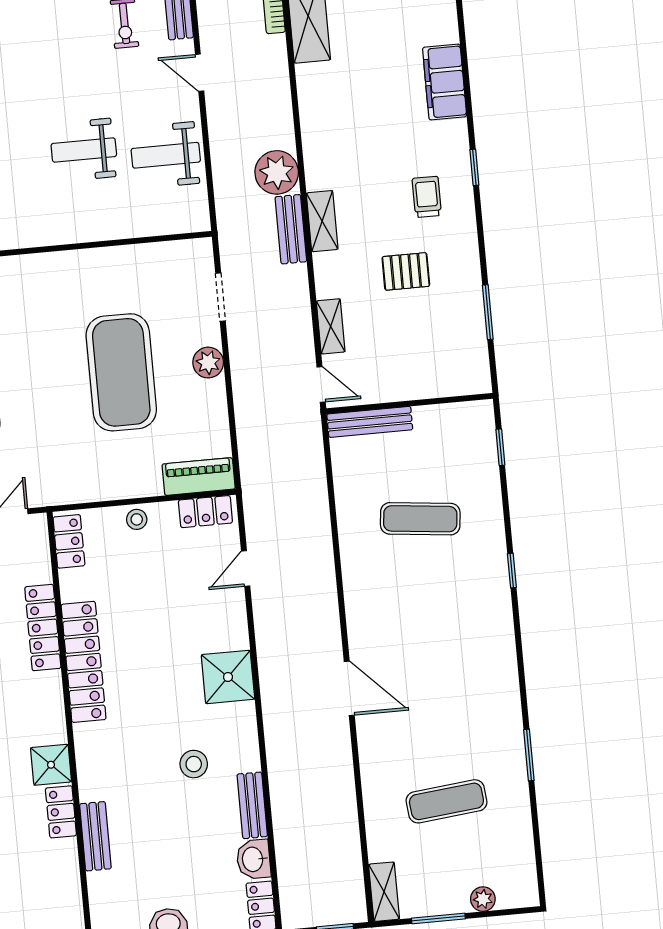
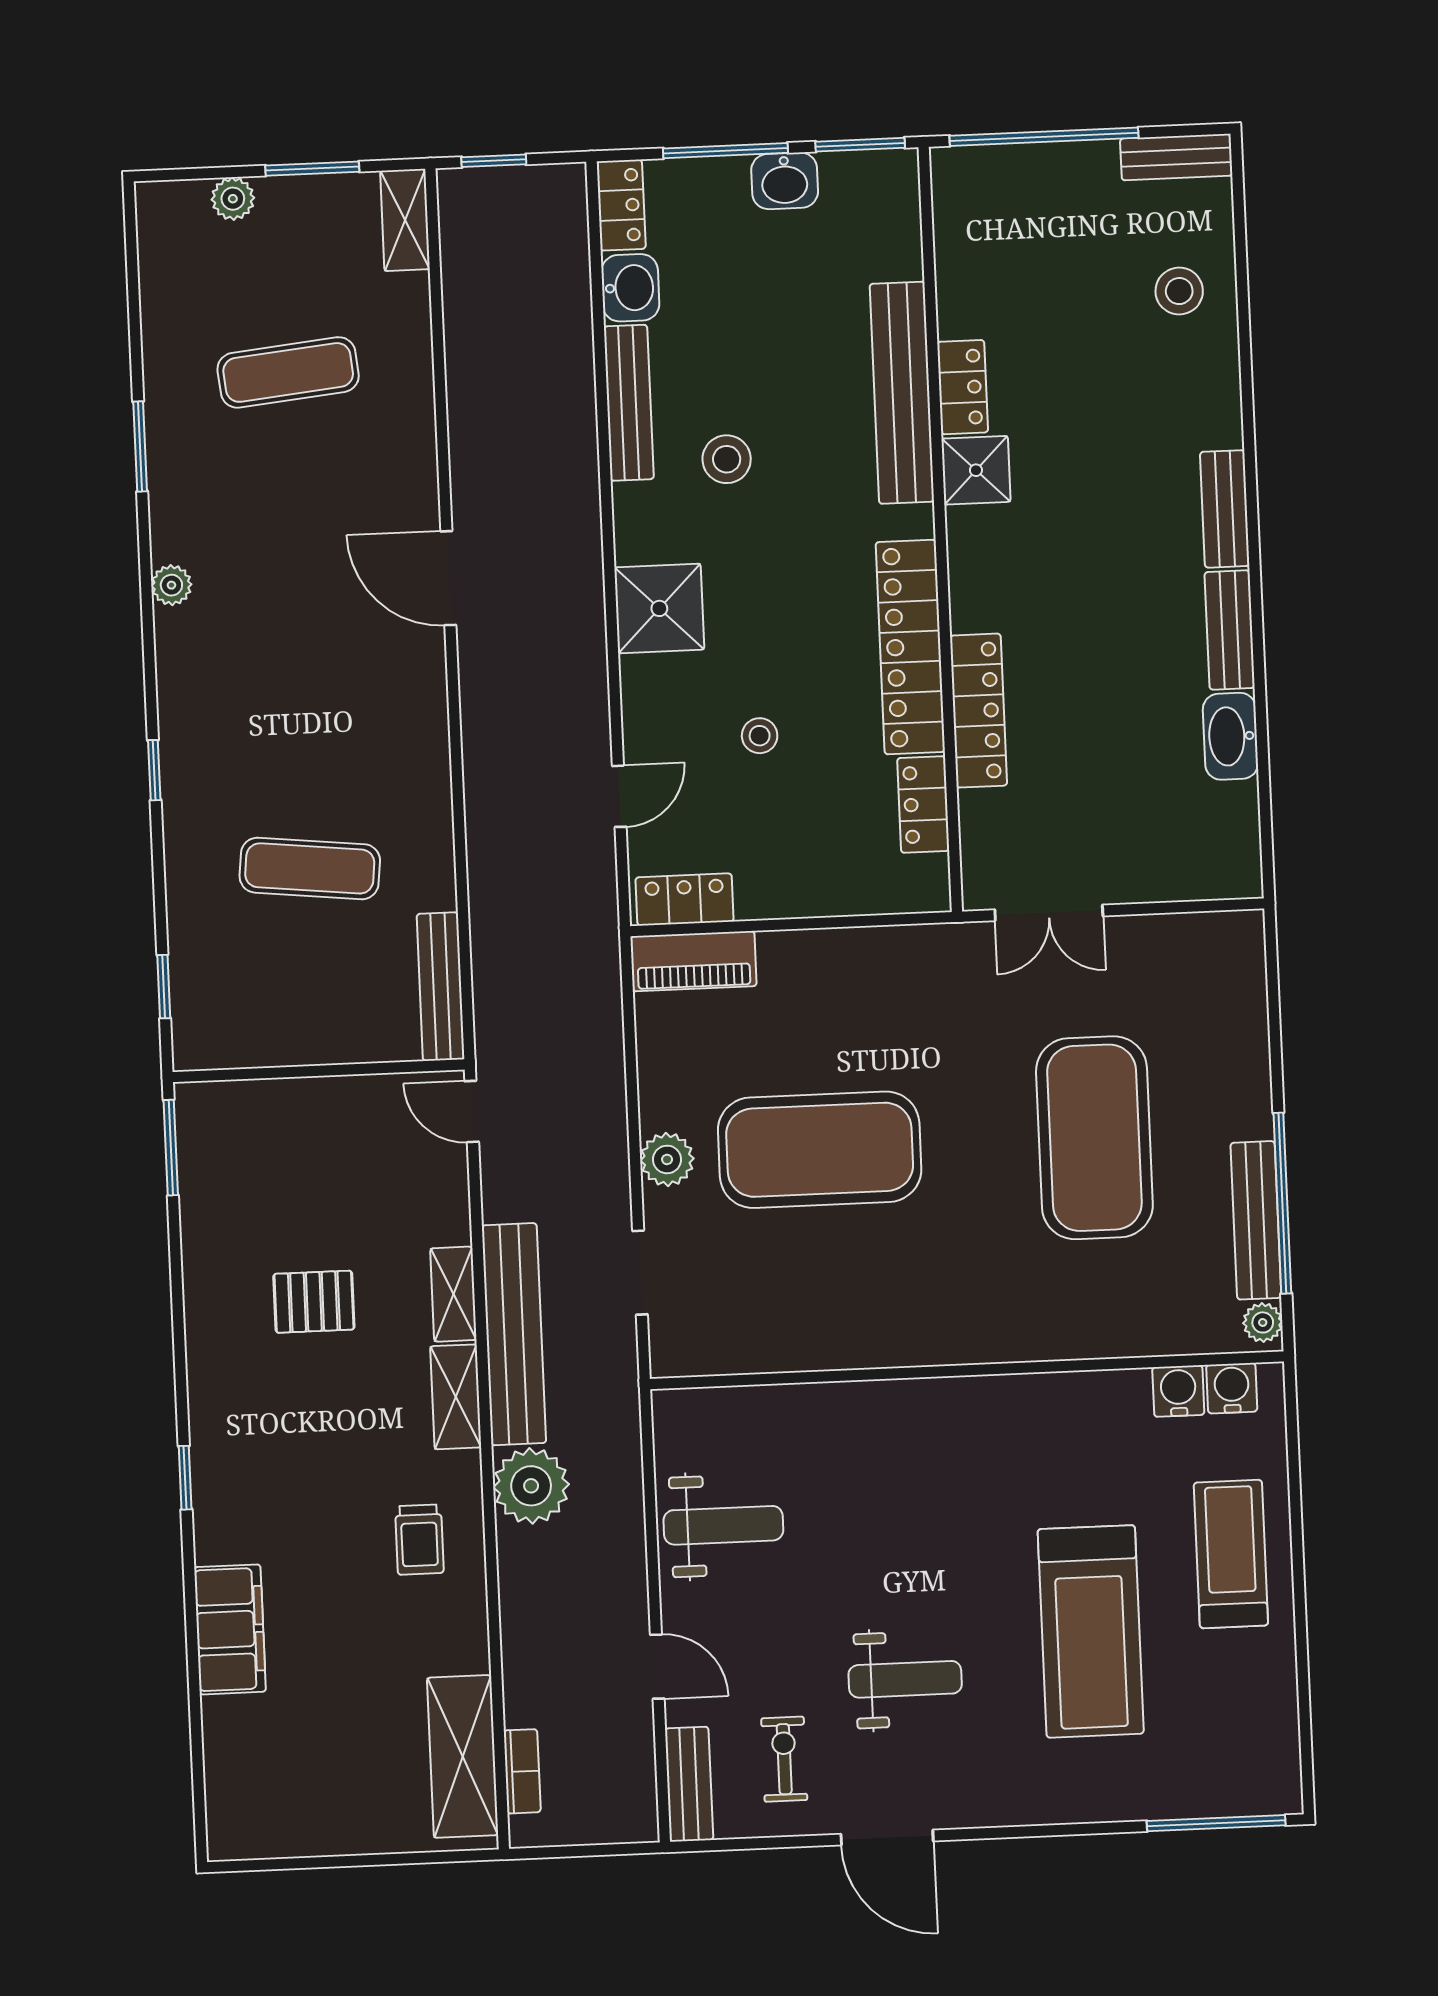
weight bench: (84, 150) -> (905, 1679), moved
trolley: (427, 197) -> (419, 1540), moved
bench: (291, 229) -> (514, 1334), width x1.86, depth x1.21
window: (488, 312) -> (171, 1148), moved
shelving: (331, 326) -> (453, 1294), moved
exercise mat: (121, 372) -> (820, 1150), turned 90
bench: (370, 422) -> (440, 987), moved, turned 90
stool: (137, 519) -> (760, 736), moved
locker: (69, 541) -> (923, 805), moved
plant: (507, 677) -> (171, 585), added
bench: (252, 805) -> (629, 403), width x1.36
bench: (95, 836) -> (902, 393), width x1.86, depth x1.21

